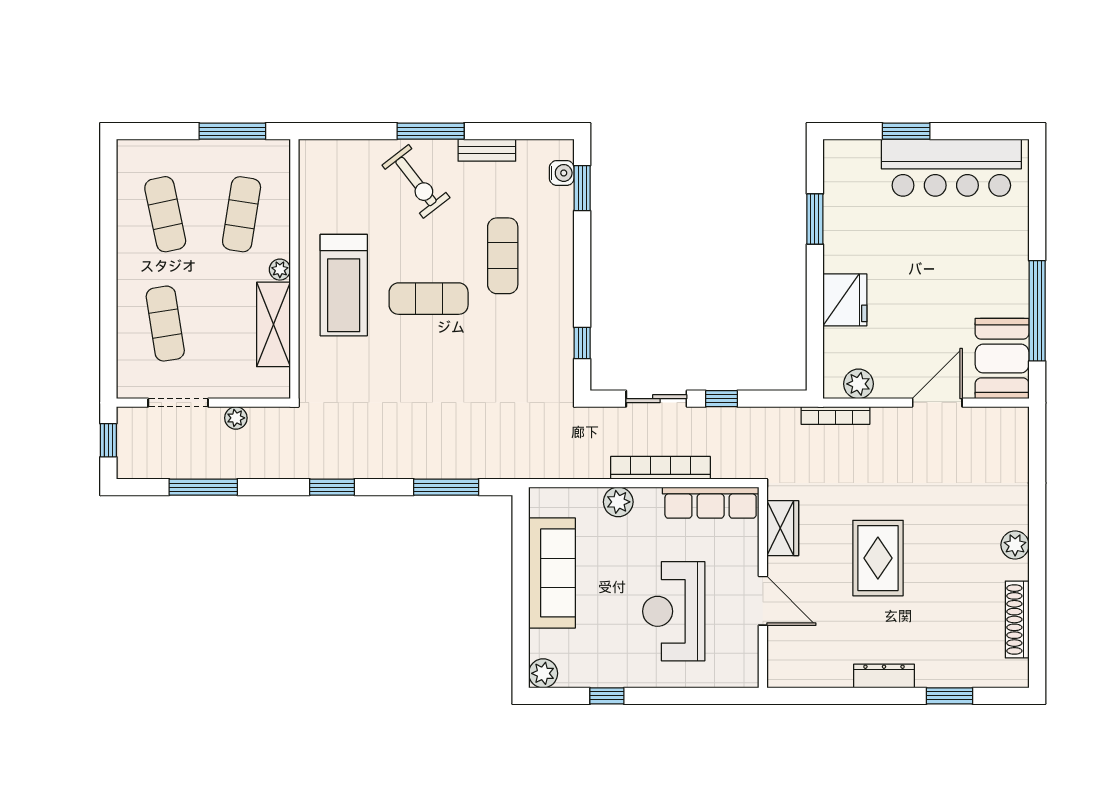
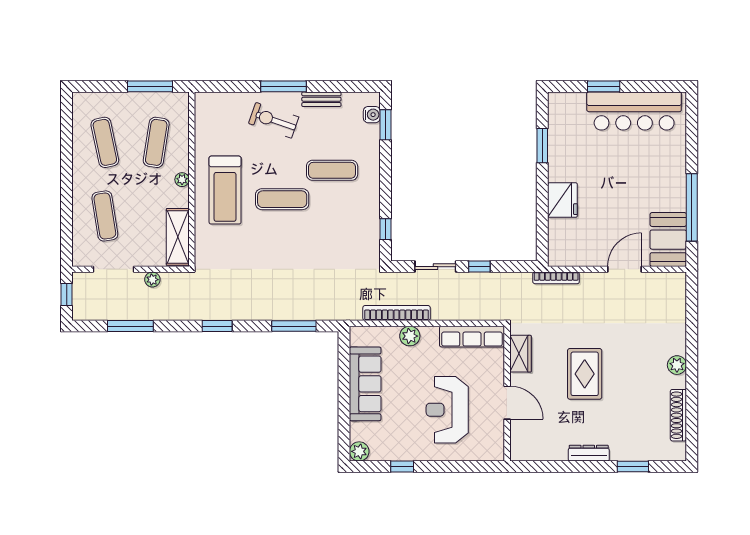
exercise bike: (416, 181) -> (274, 120), turned 147
exercise mat: (503, 256) -> (332, 170), turned 90
shelving: (273, 324) -> (178, 237), moved
plant: (858, 384) -> (572, 257), removed
bookcase: (661, 468) -> (397, 313), moved

